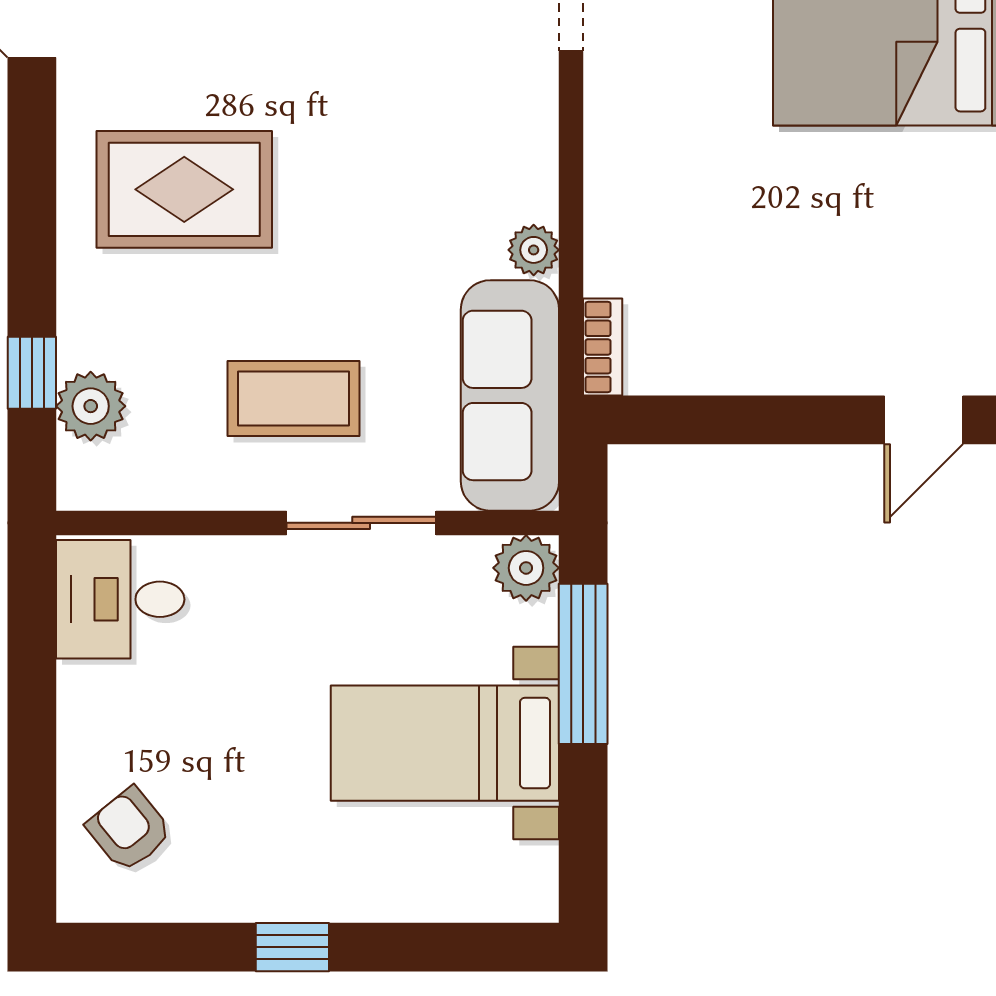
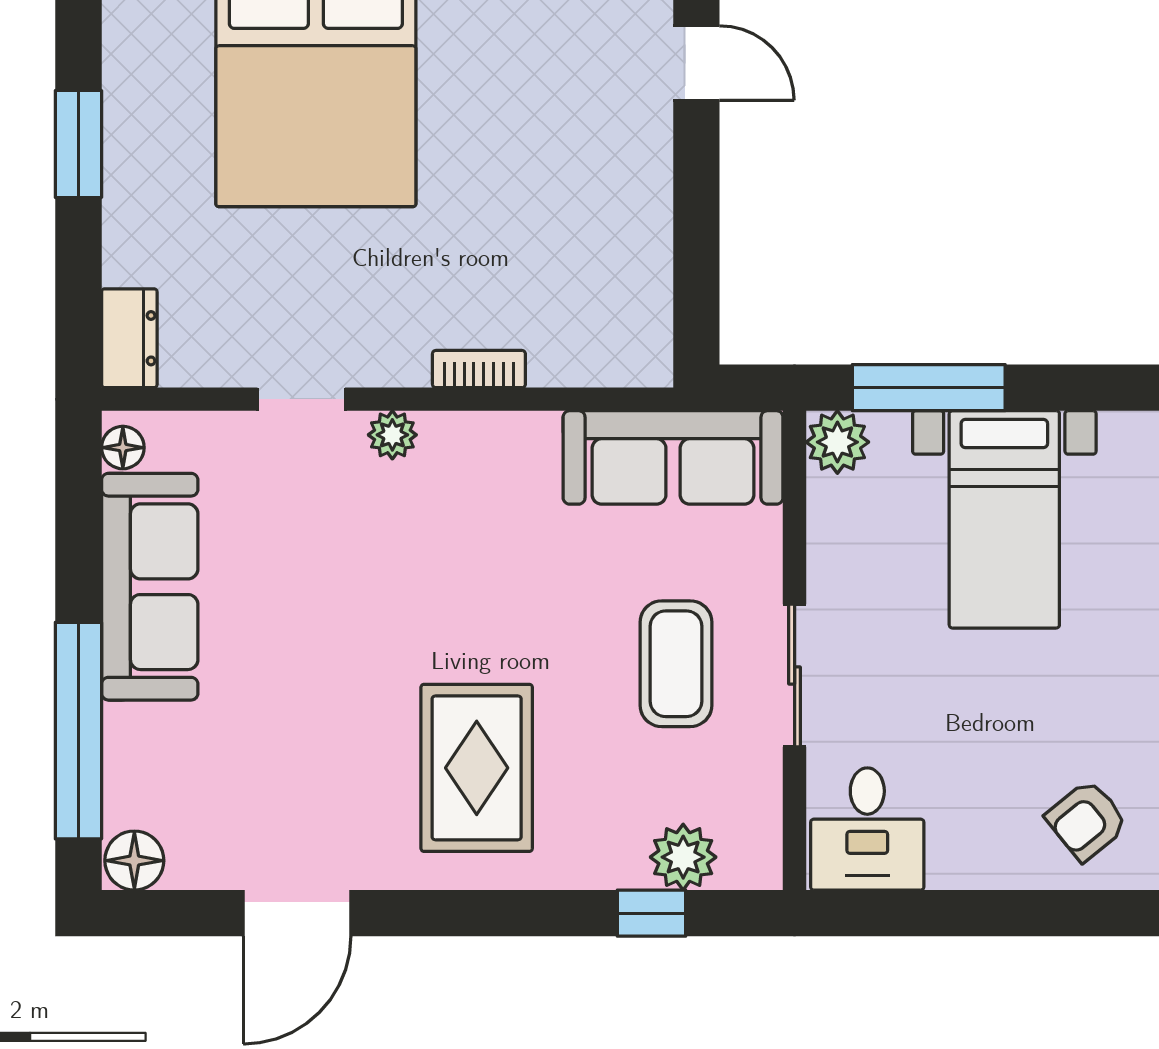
plant: (534, 250) -> (392, 435), moved
bookcase: (603, 347) -> (479, 369), moved
sliding door: (361, 523) -> (795, 676), moved

